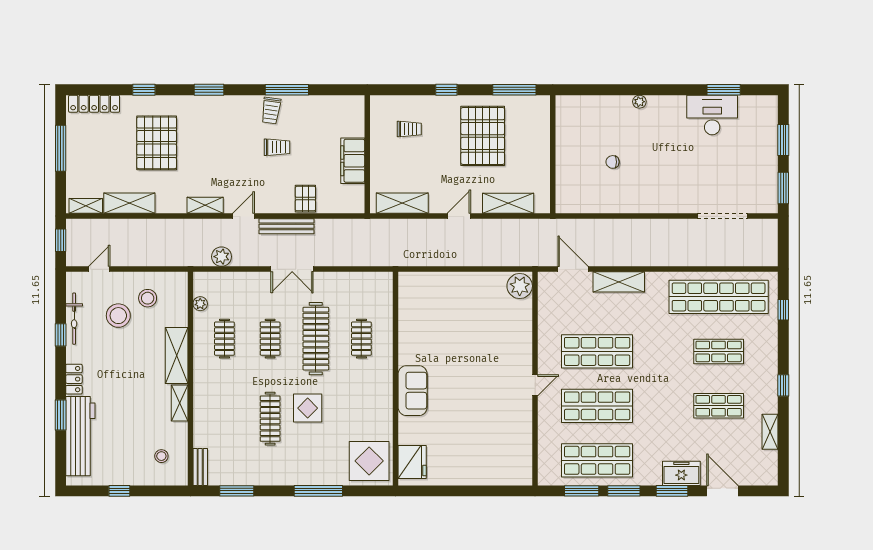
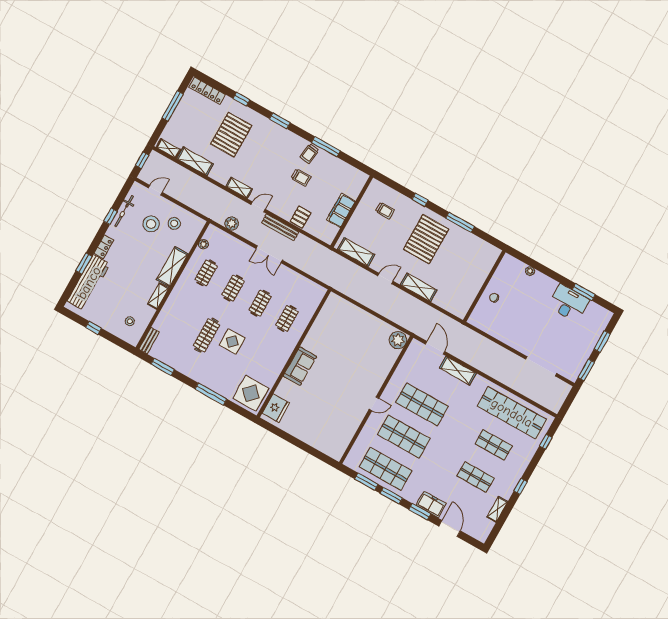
wall: (553, 154) -> (484, 286), moved
clothes rail: (316, 339) -> (260, 303), width x0.54, depth x0.76

